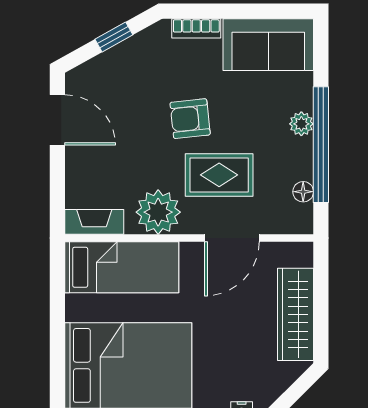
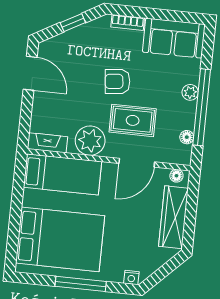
floor lamp: (294, 251) -> (176, 176), added

